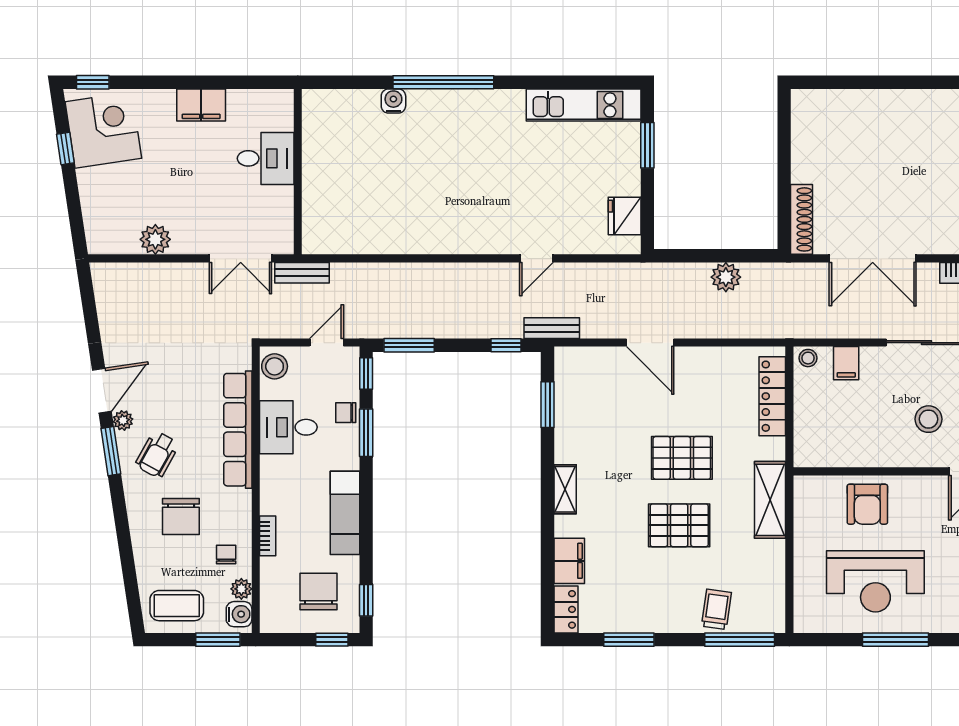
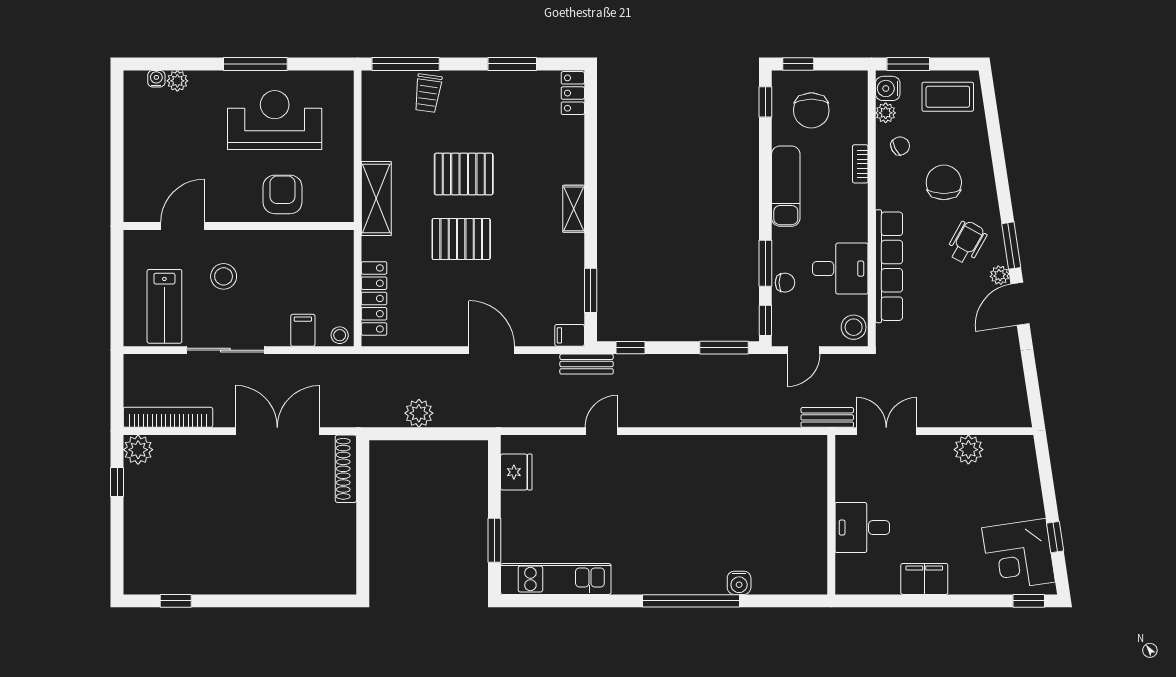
chair: (226, 554) -> (900, 146), turned -118
filing cabinet: (569, 561) -> (570, 335), moved, width x0.50

